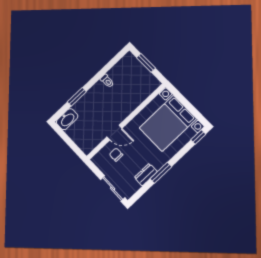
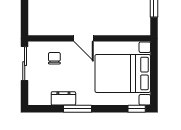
door: (114, 133) -> (84, 38), moved
sliding door: (113, 189) -> (25, 64), moved

